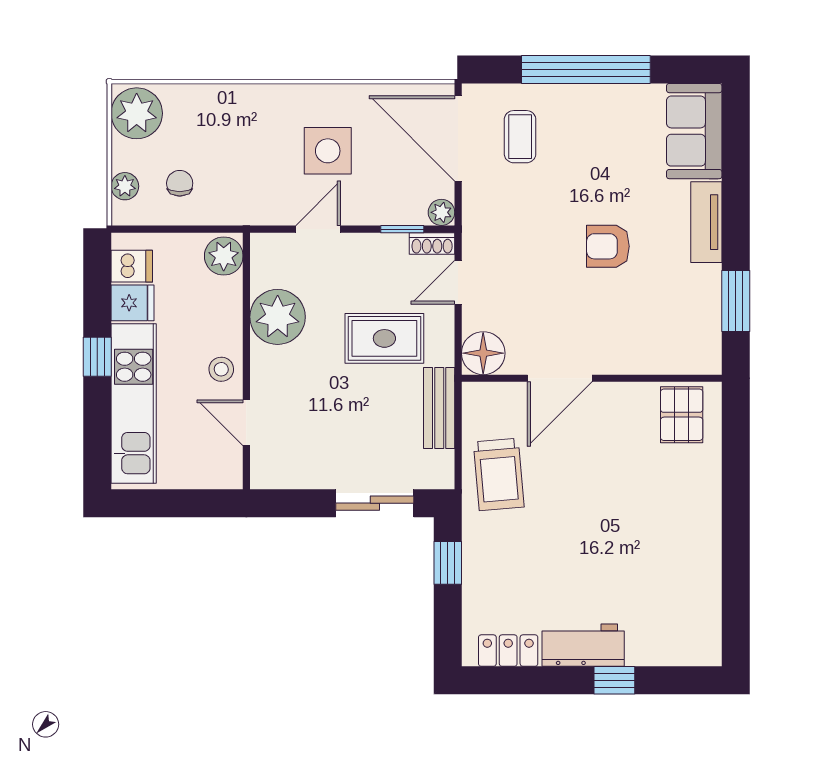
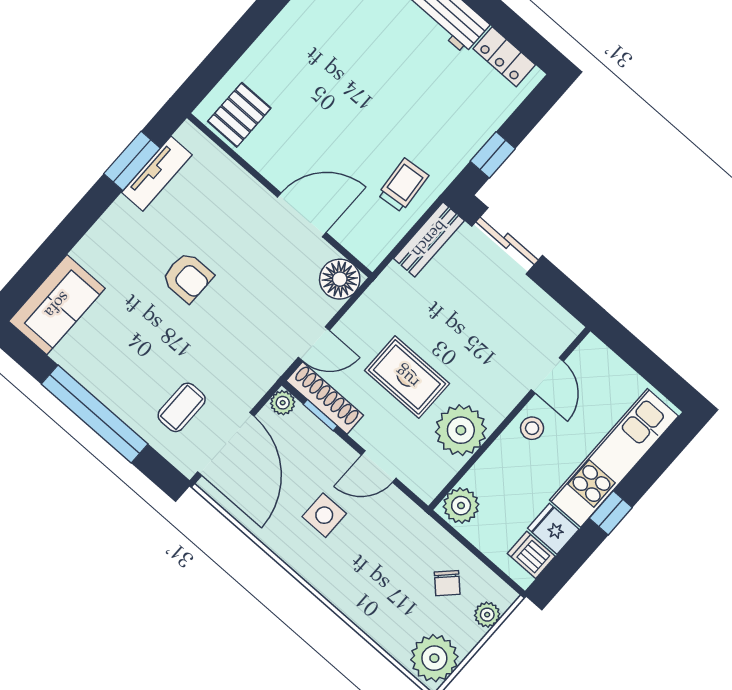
side table: (328, 151) -> (324, 515), width x0.73, depth x0.73
chair: (180, 183) -> (447, 583), turned -45
tv unit: (706, 222) -> (157, 174), moved
shoe rack: (432, 243) -> (325, 398), width x1.94, depth x1.24
rug: (384, 338) -> (407, 377), moved
bench: (439, 408) -> (429, 239), moved
trolley: (499, 474) -> (403, 185), width x0.73, depth x0.72

